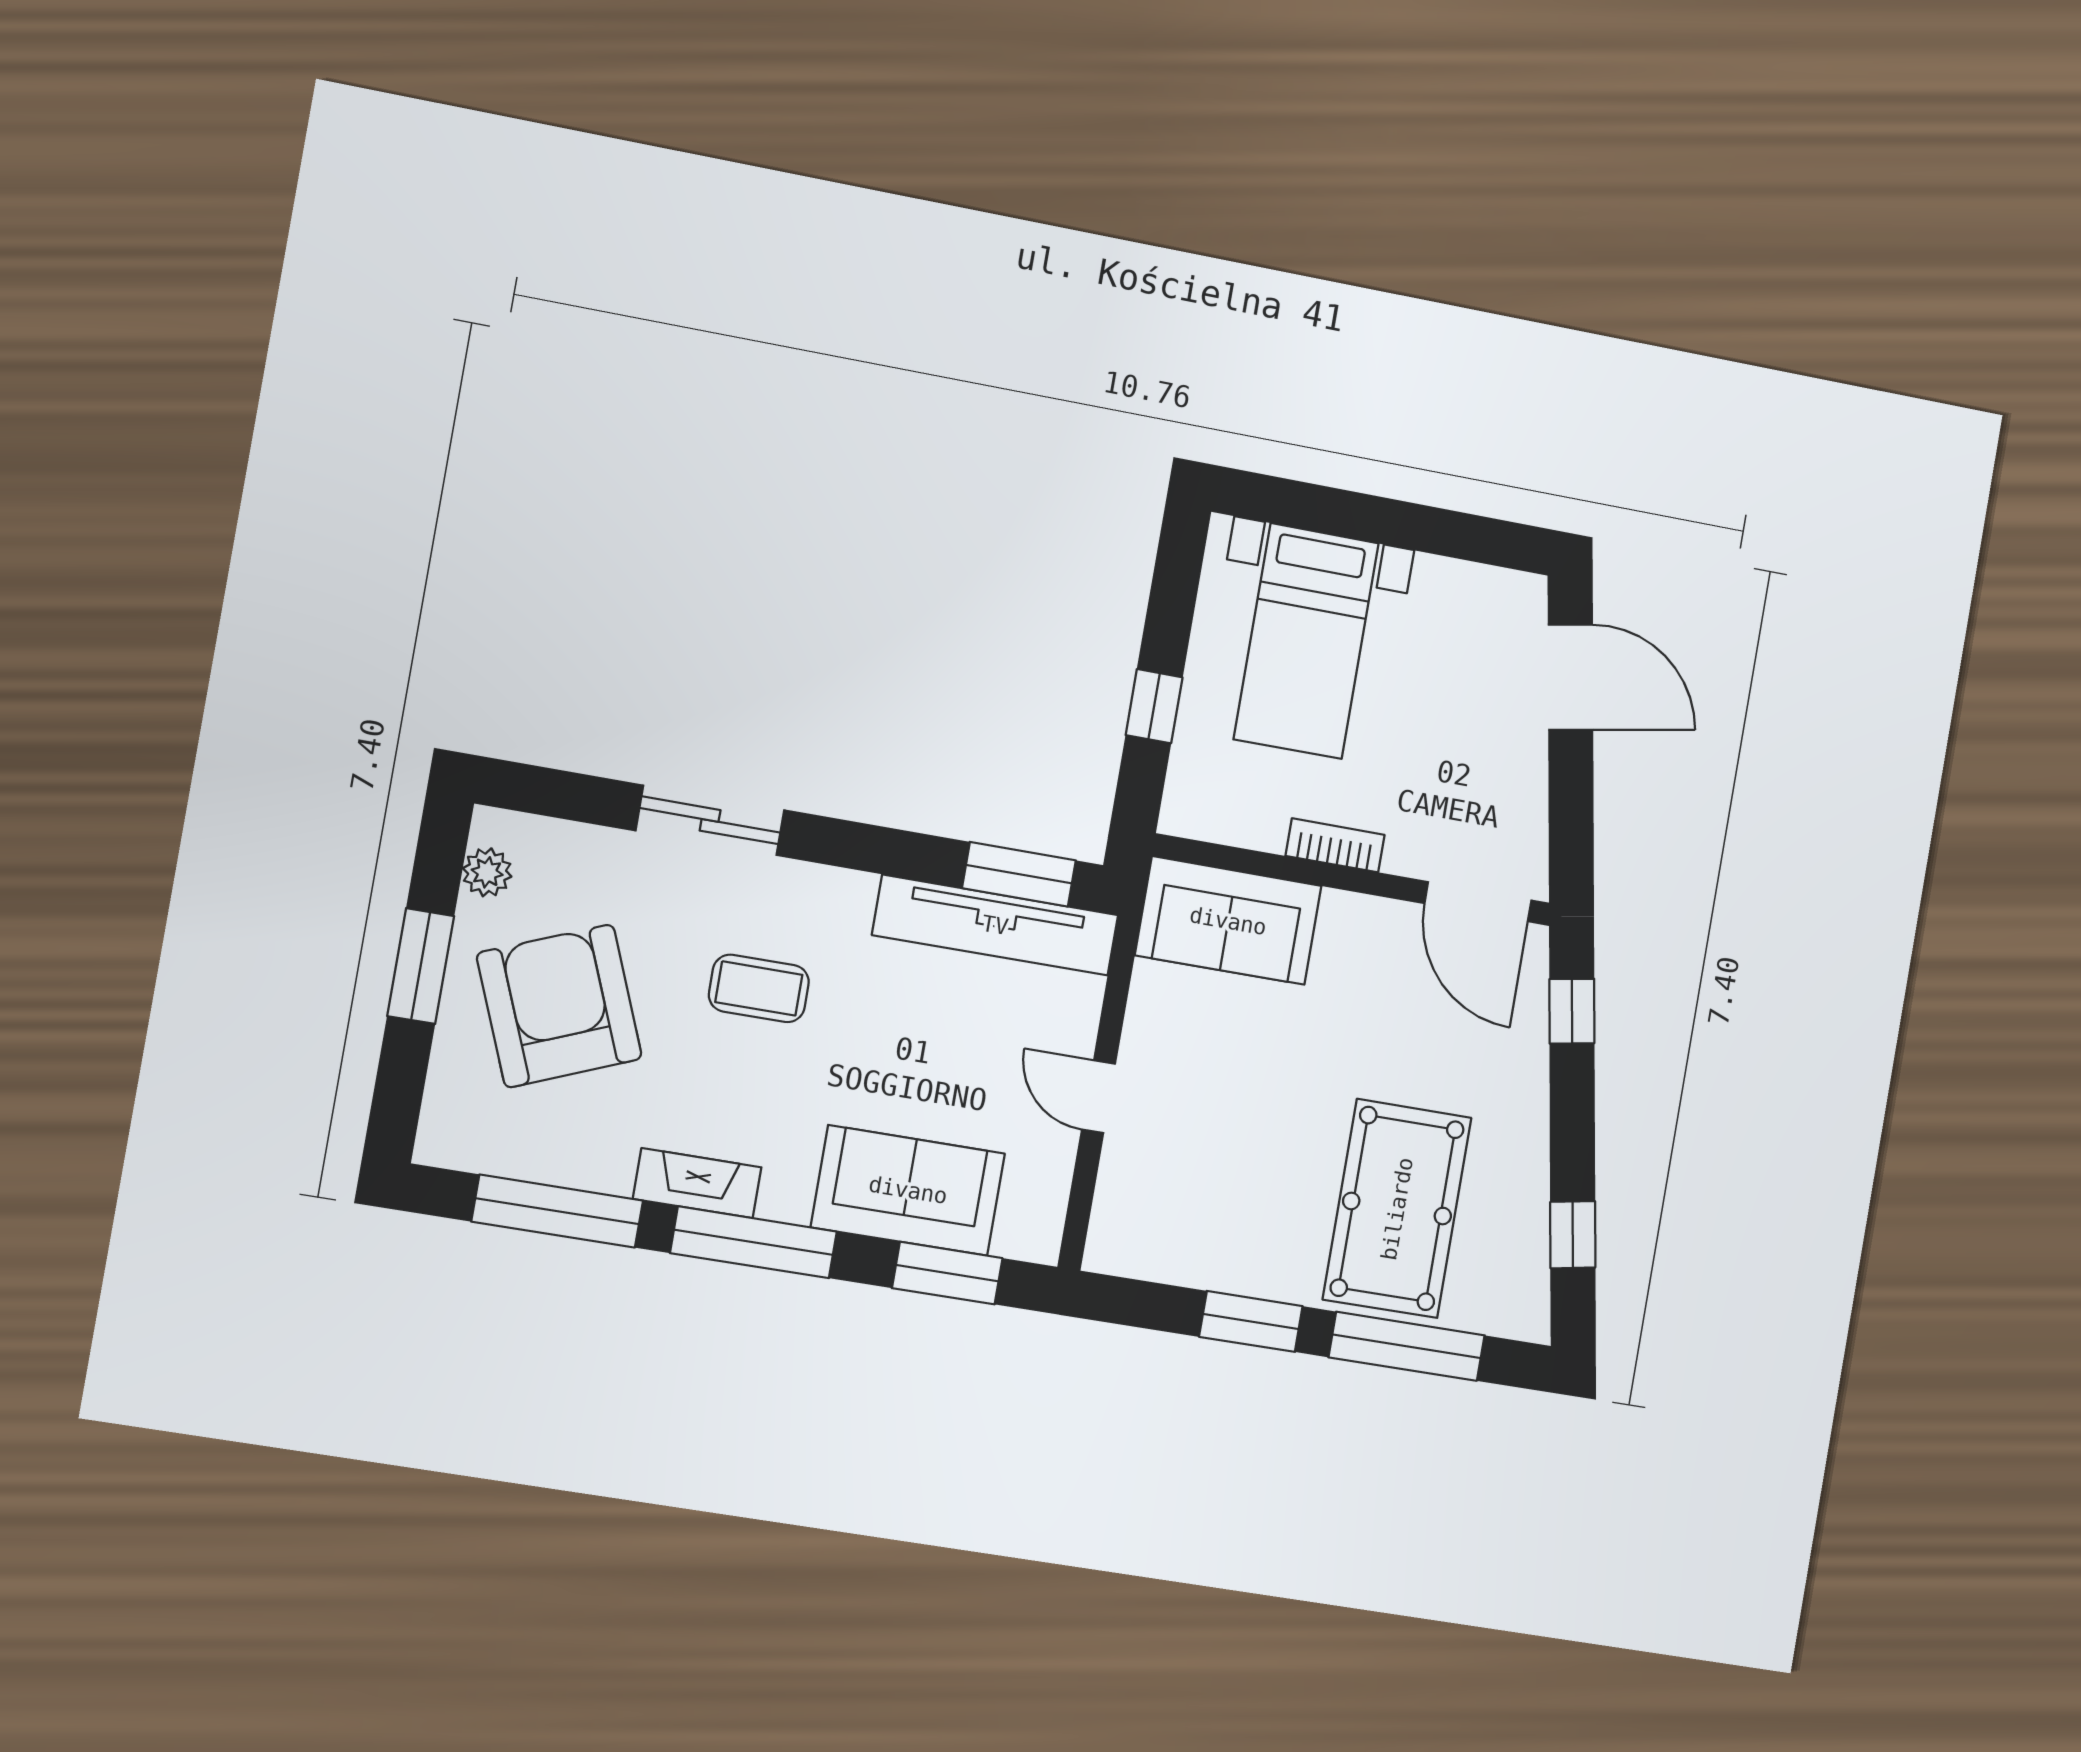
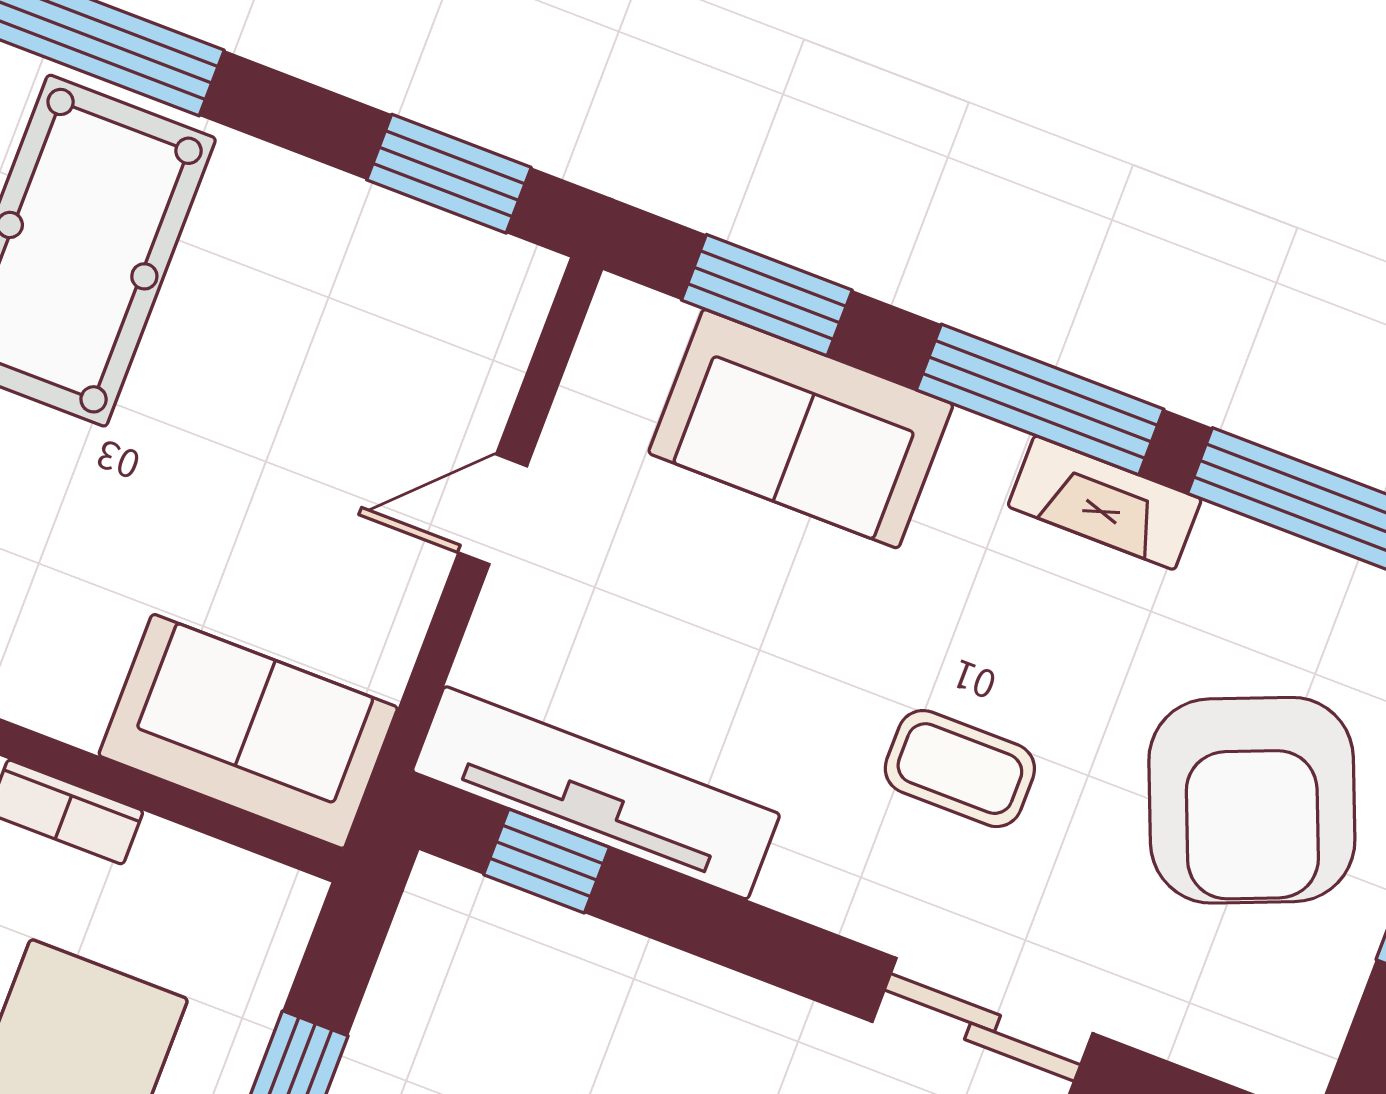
plant: (487, 872) -> (1317, 1014), removed
window: (1019, 874) -> (546, 861), width x0.67
door: (1099, 1097) -> (493, 509), swing flipped
window: (1251, 1321) -> (449, 174), moved

